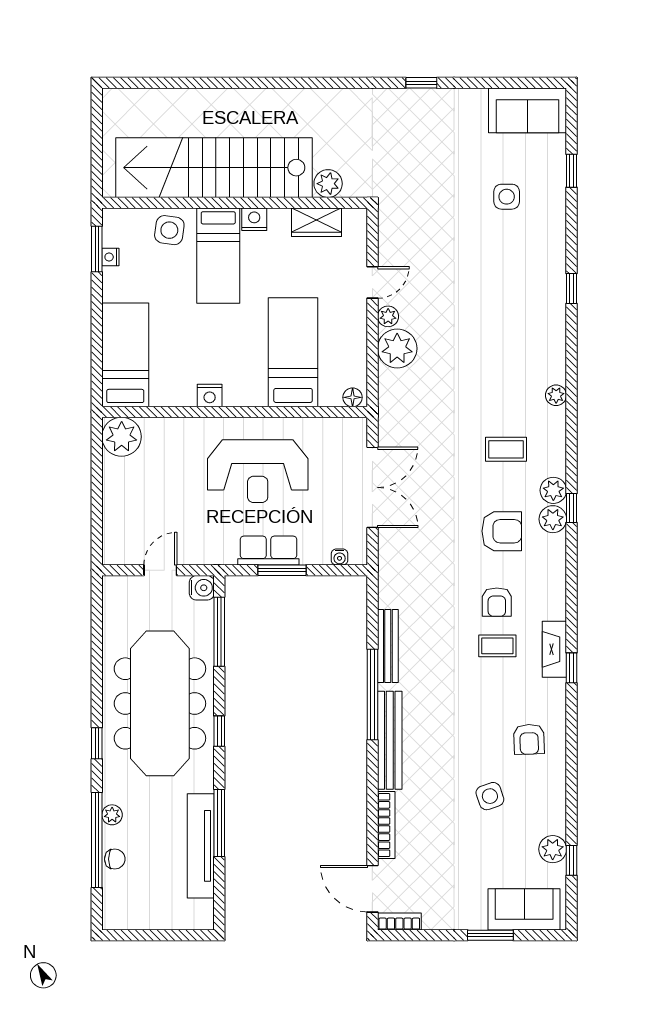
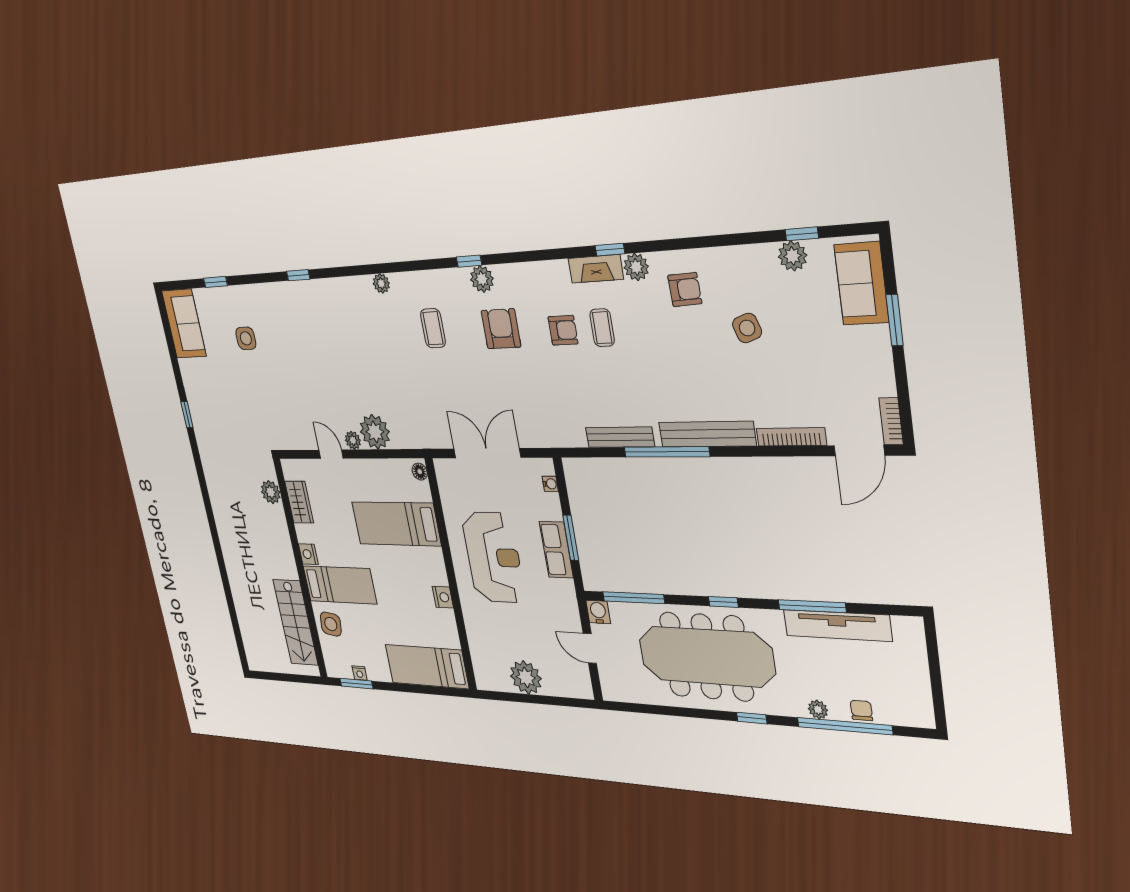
stairs: (214, 168) -> (296, 622), width x0.54, depth x0.66
plant: (122, 437) -> (526, 677), moved
plant: (553, 490) -> (636, 267), moved

